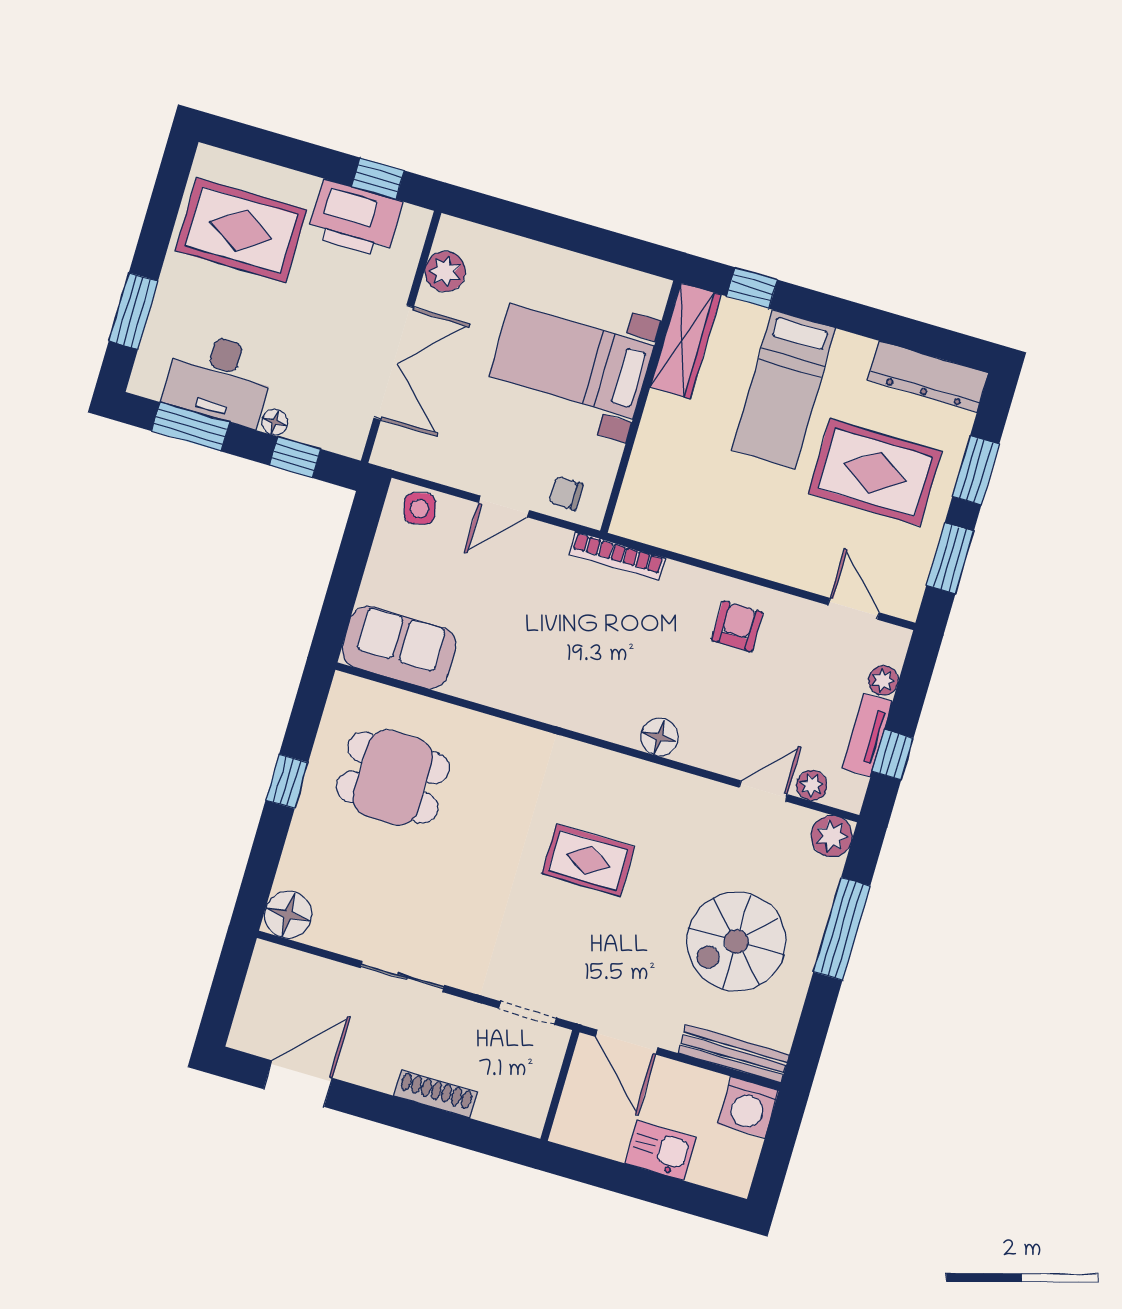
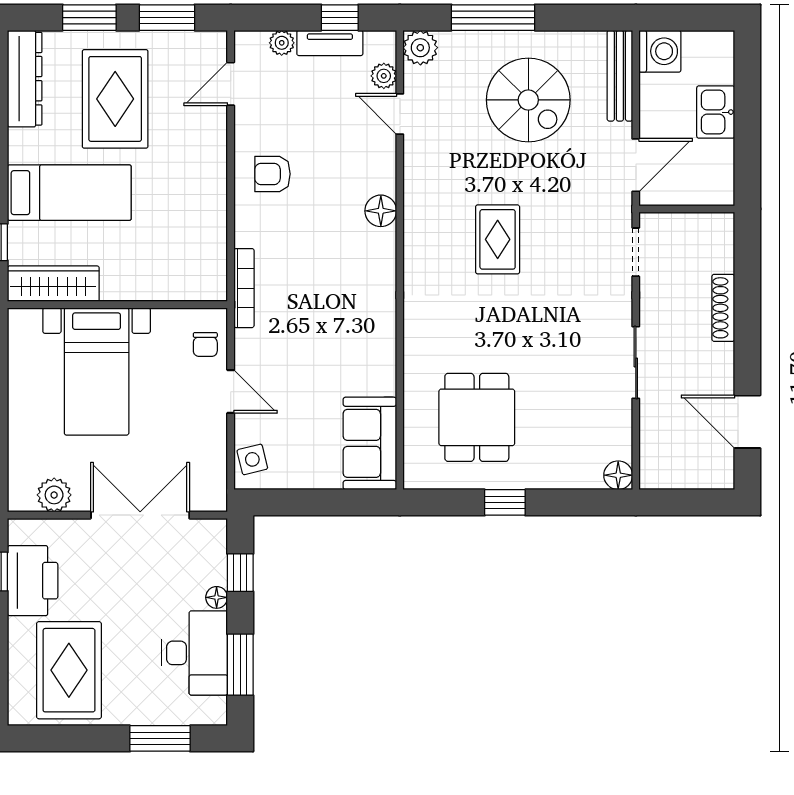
floor lamp: (288, 915) -> (618, 475), width x0.73, depth x0.73

